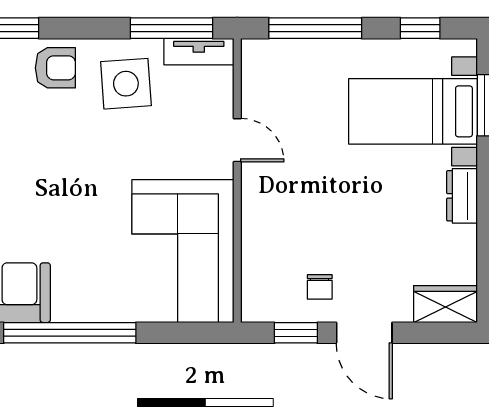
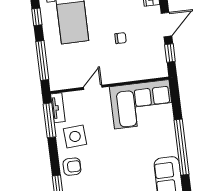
armchair: (55, 68) -> (72, 167), turned 90
chair: (320, 287) -> (121, 38), moved

